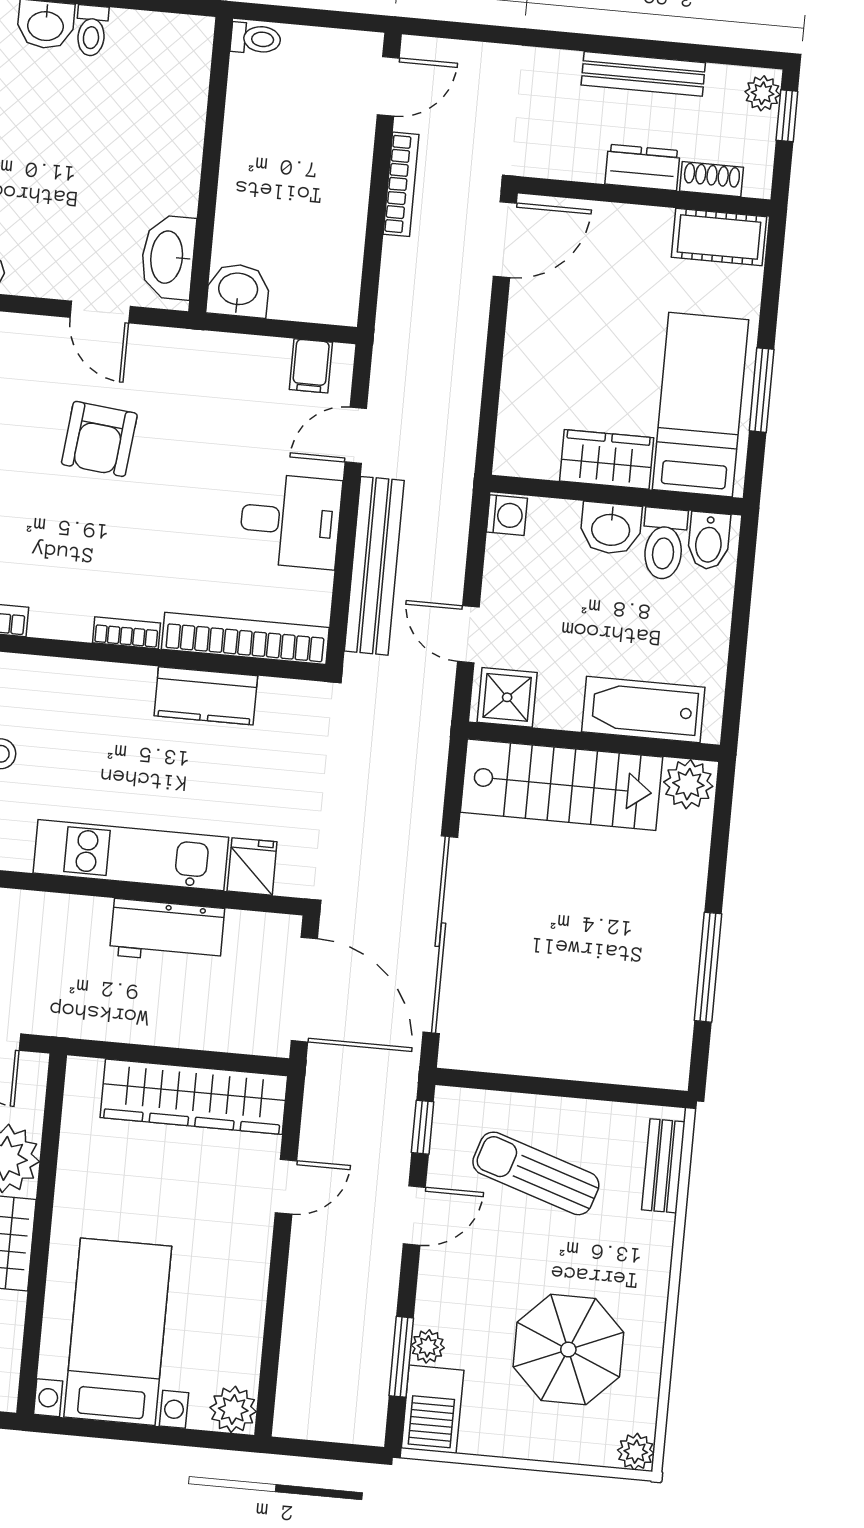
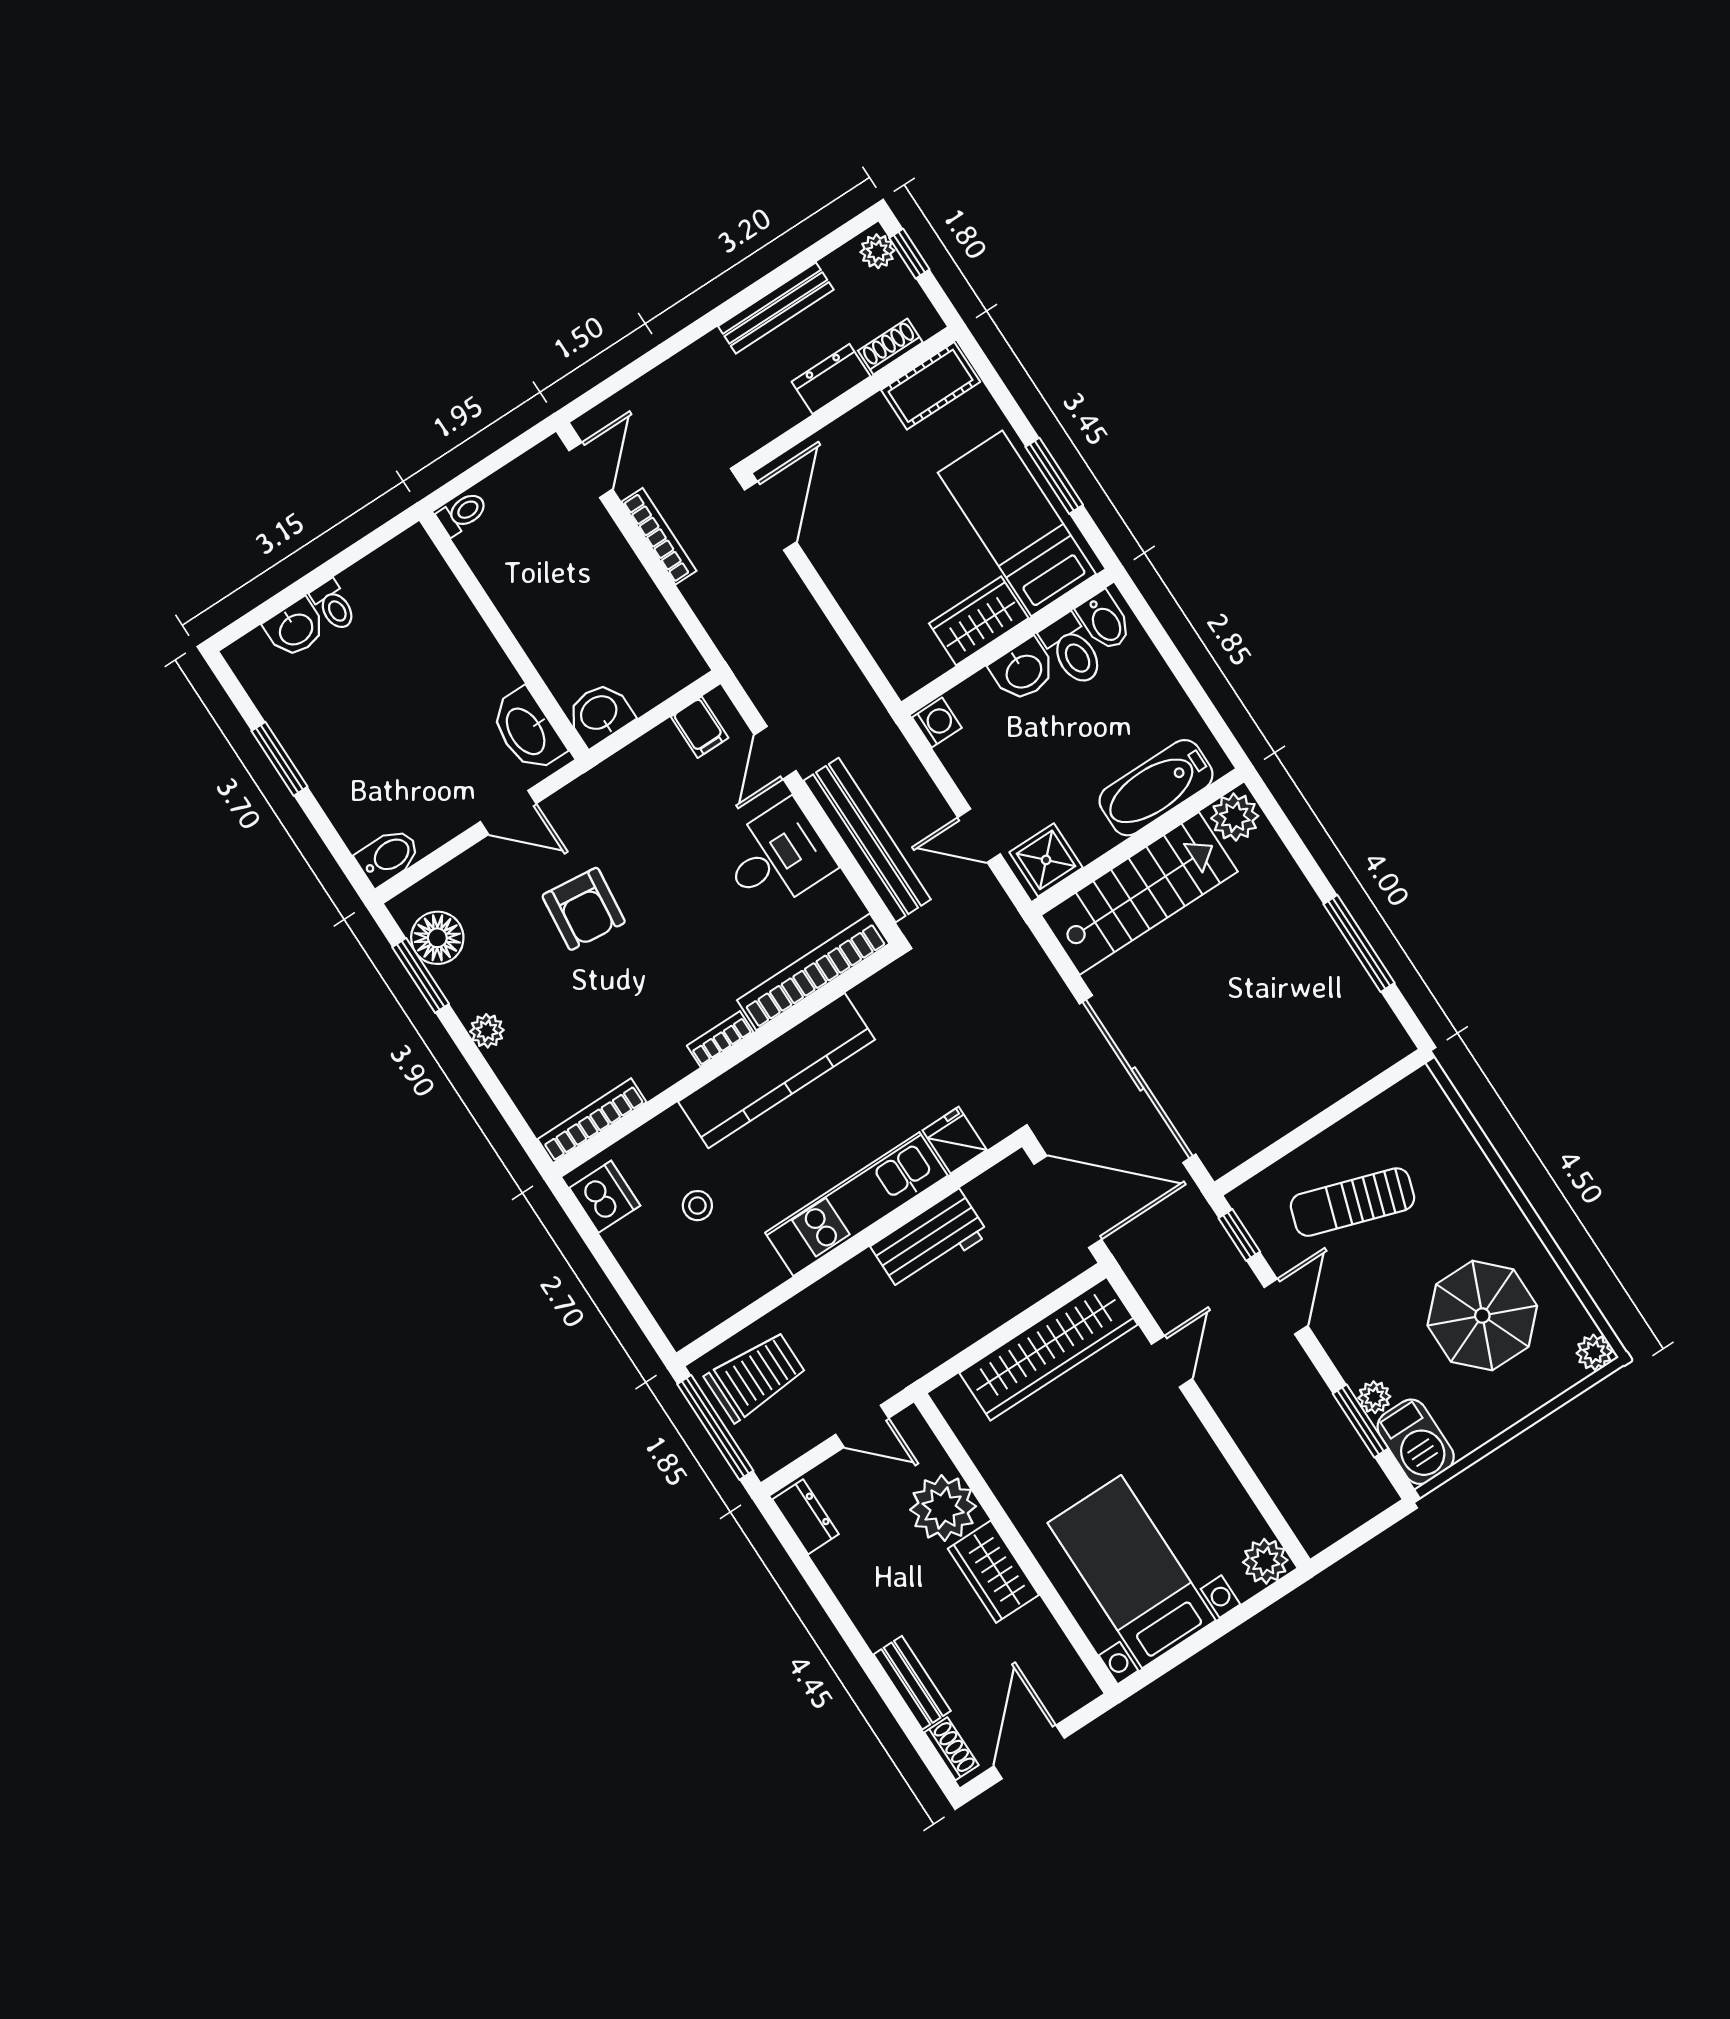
kitchen counter: (206, 696) -> (777, 1071), width x2.08, depth x1.17
bench: (663, 1166) -> (1444, 1120), removed

